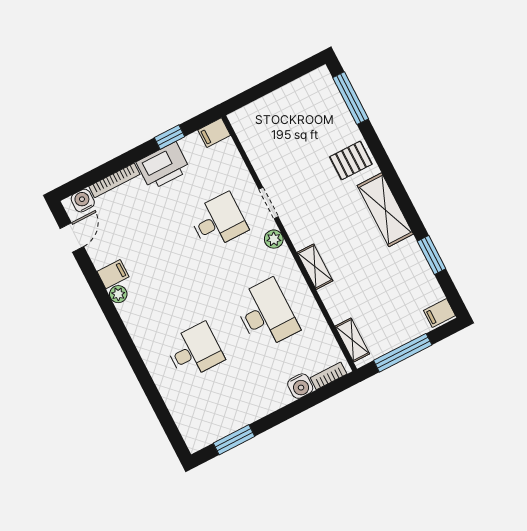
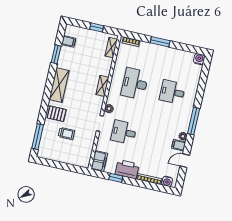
filing cabinet: (214, 133) -> (99, 161), width x2.00
trolley: (309, 142) -> (66, 133), added
door: (72, 237) -> (185, 161), moved
filing cabinet: (439, 313) -> (69, 41), moved
window: (121, 333) -> (194, 121), added
window: (403, 353) -> (97, 27), width x0.46
water cooler: (300, 386) -> (199, 59), moved
window: (234, 440) -> (160, 42), moved

